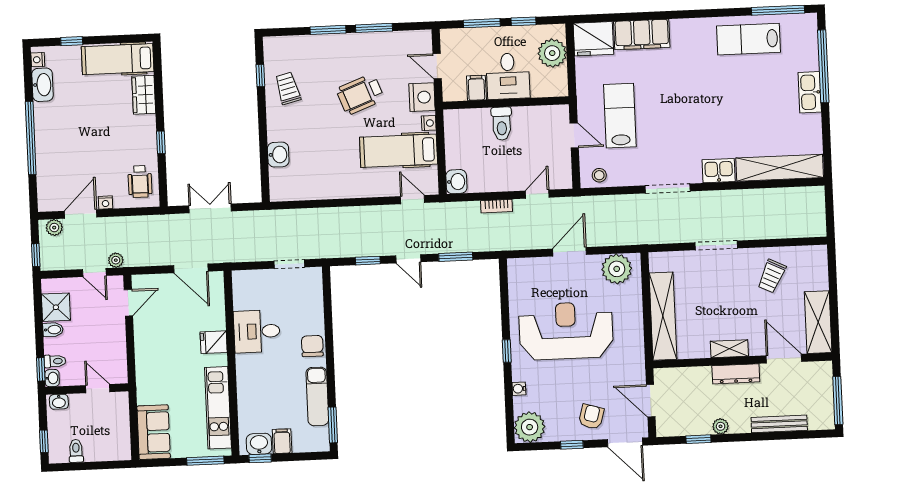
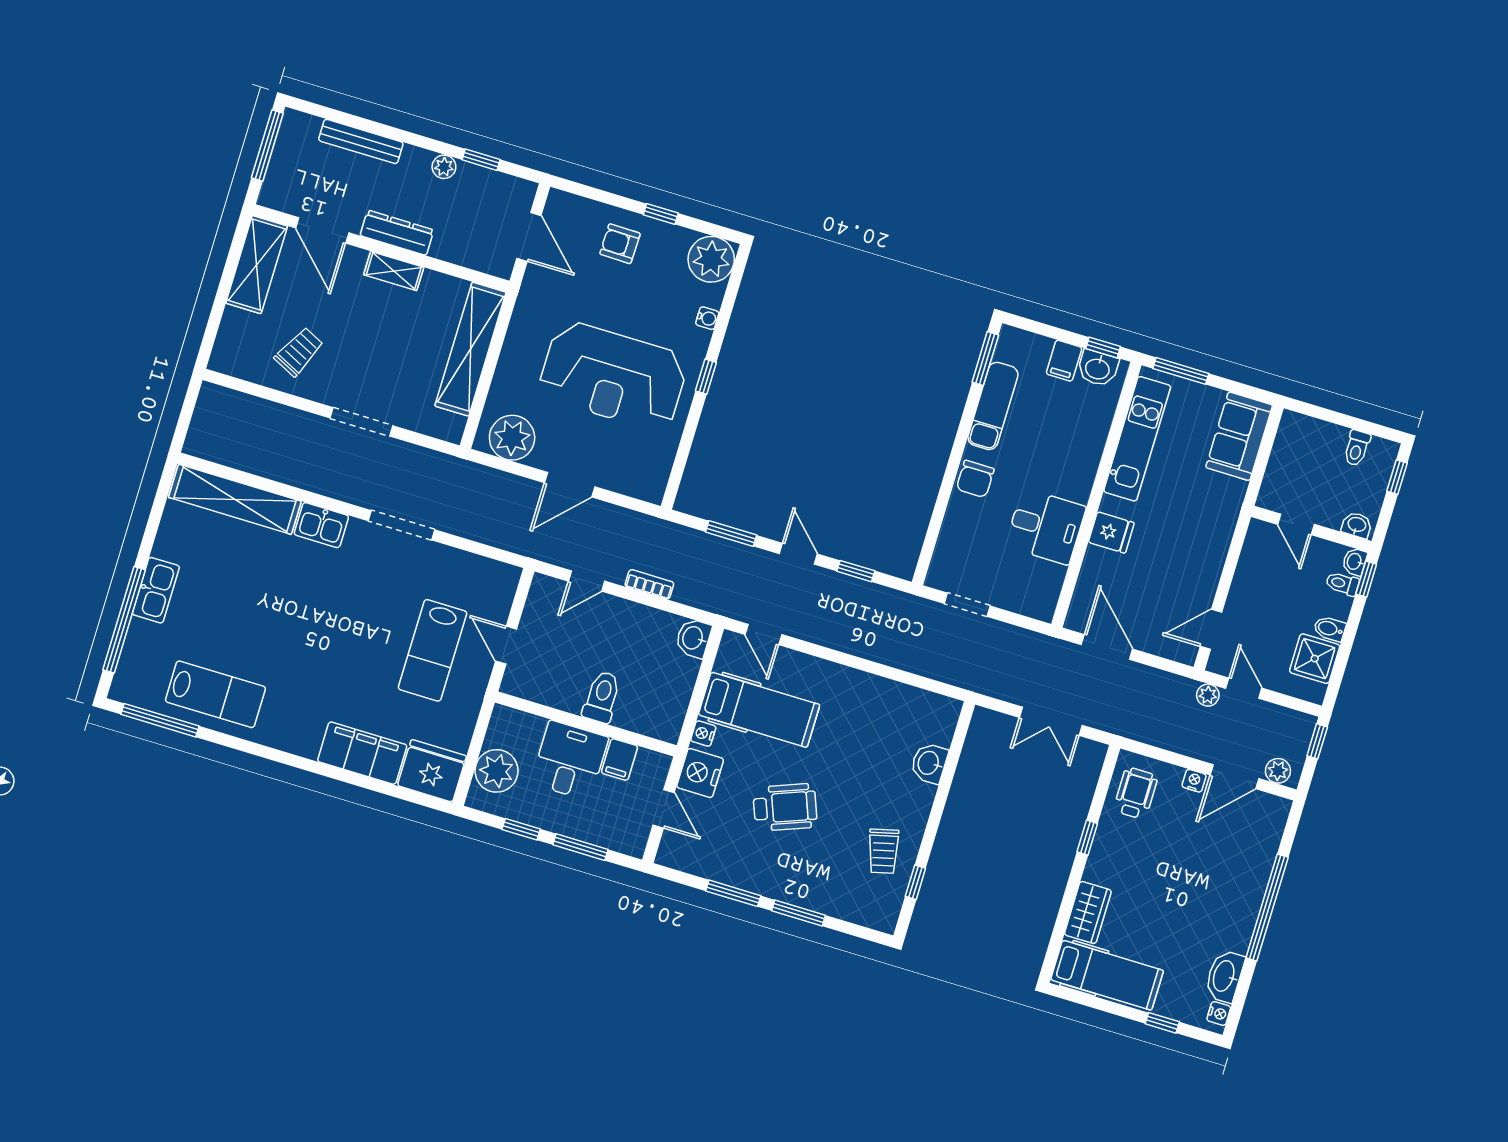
stool: (599, 175) -> (491, 577), removed
armchair: (591, 417) -> (620, 244), turned 75
door: (625, 442) -> (585, 191), removed

